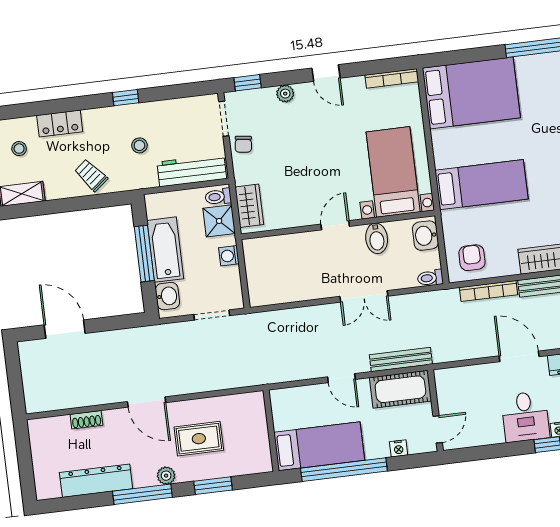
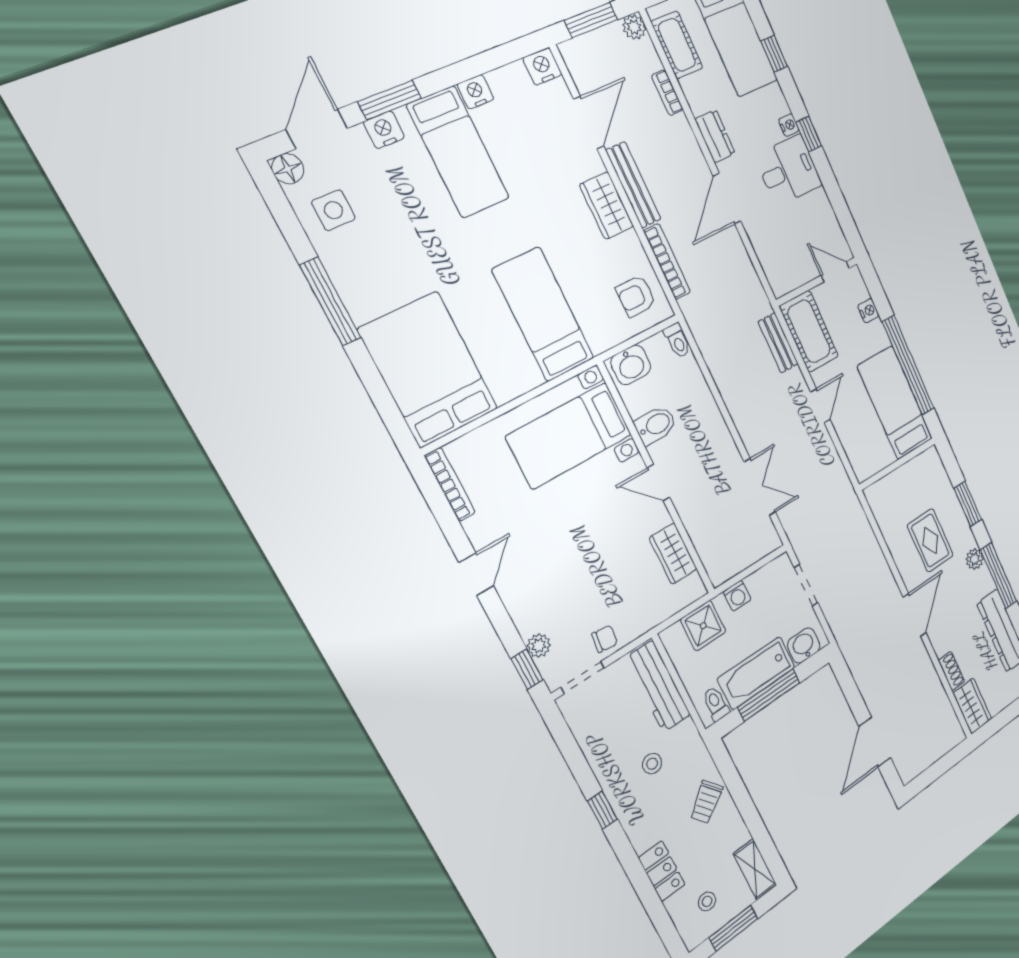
plant: (285, 94) -> (539, 646), moved
toilet: (218, 197) -> (716, 704), moved, turned 180
wardrobe: (249, 206) -> (673, 554), moved, turned -90
double door: (364, 296) -> (760, 487), moved
bench: (401, 360) -> (778, 343), width x0.73
wardrobe: (49, 429) -> (972, 706), added

